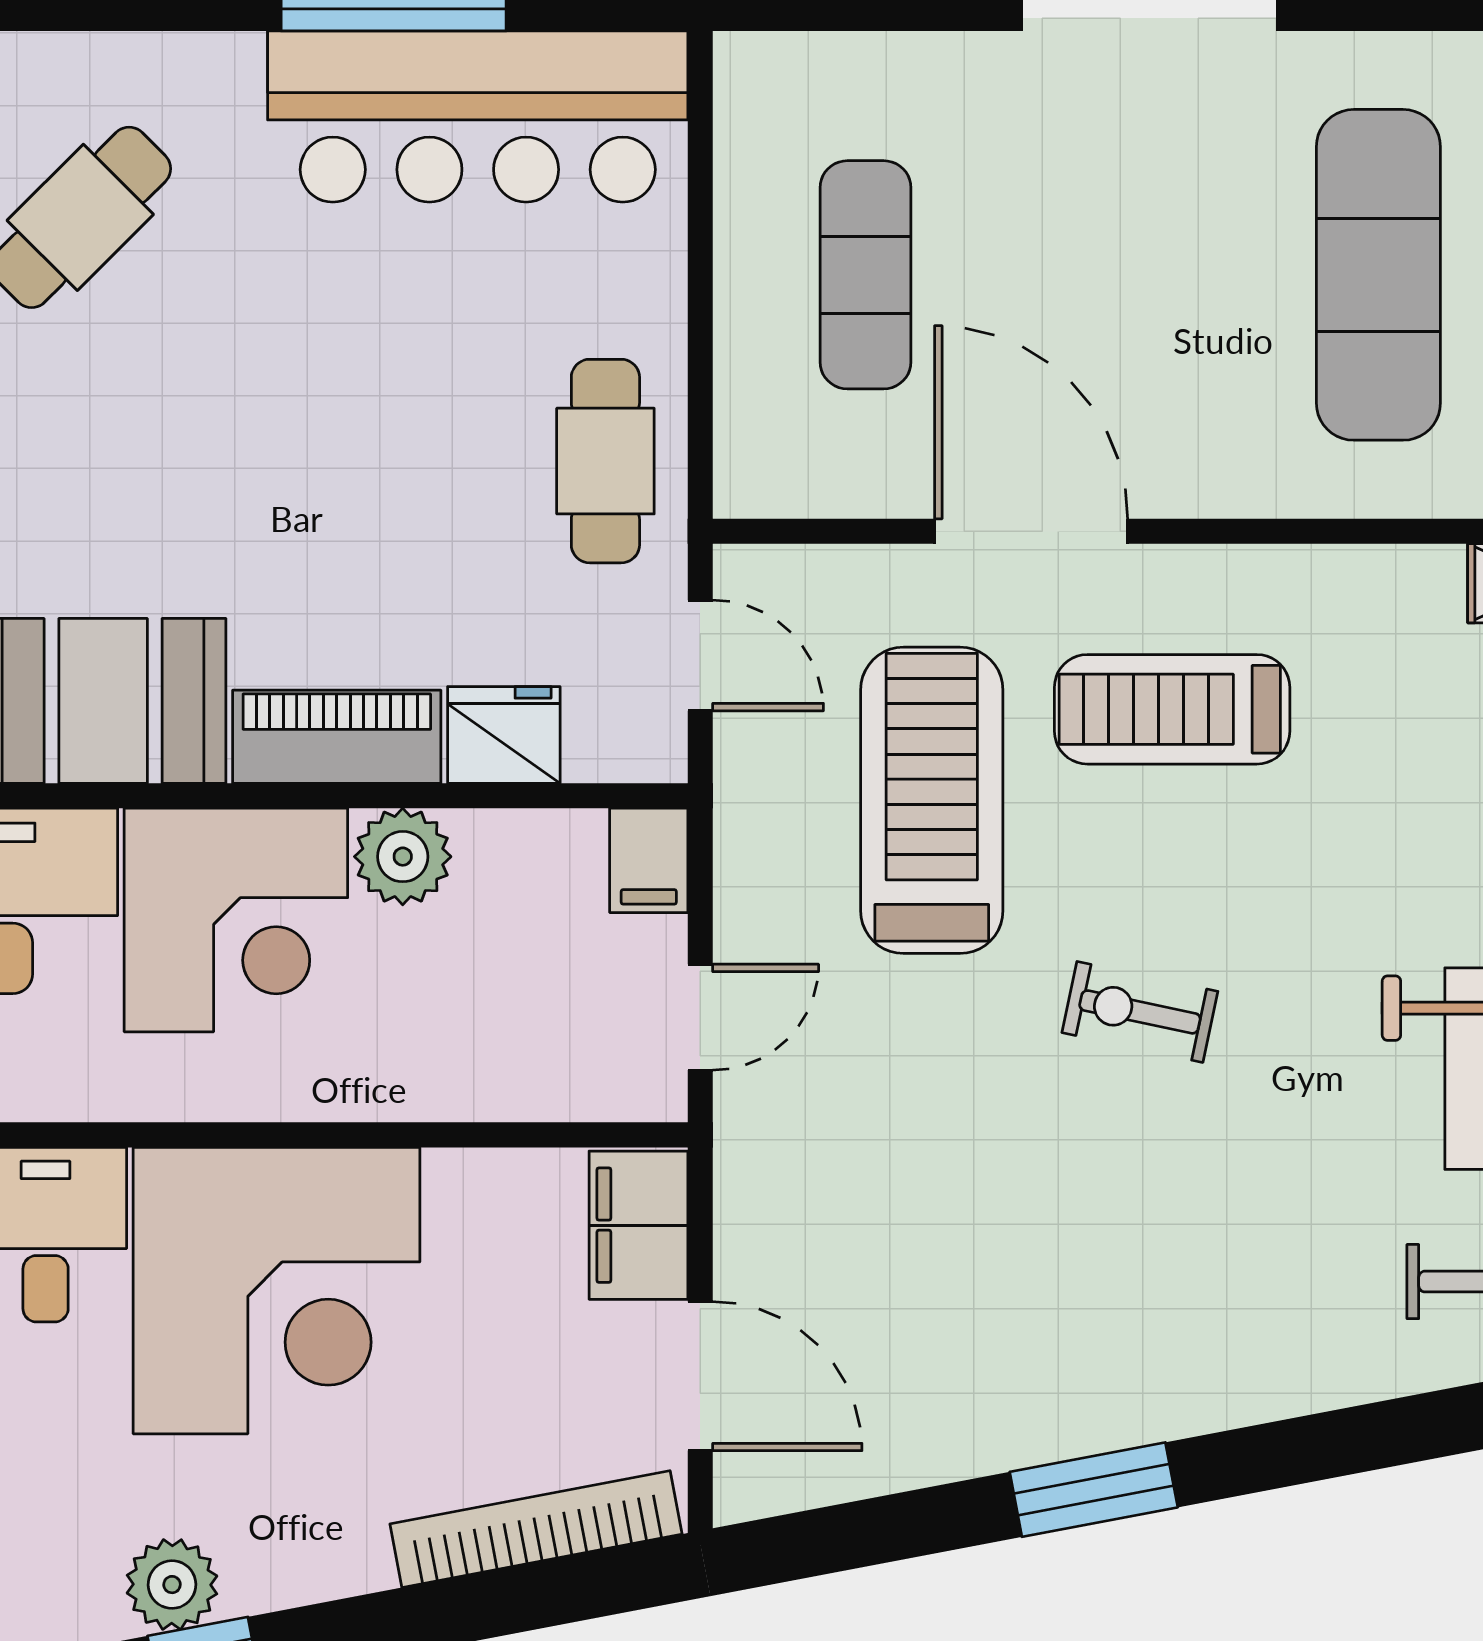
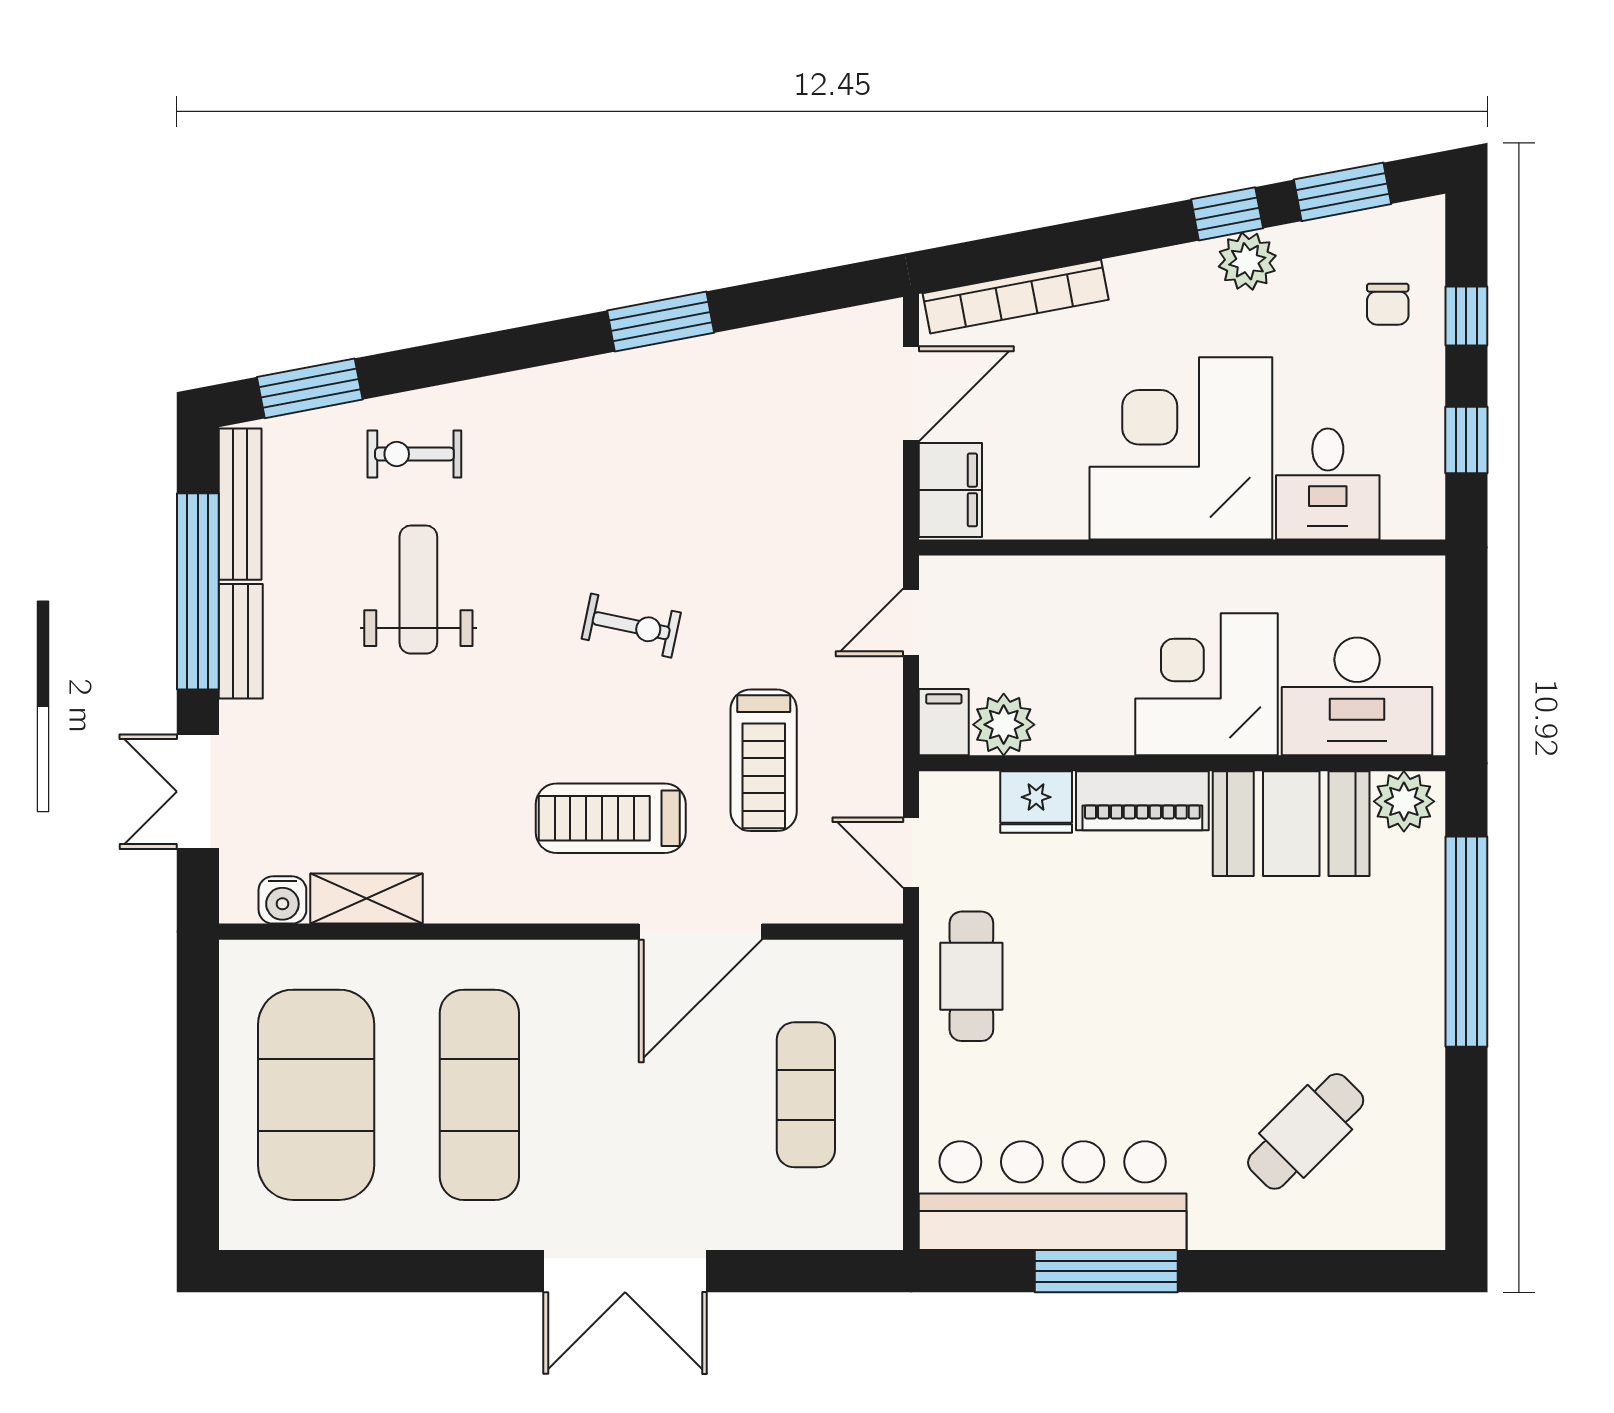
door: (1031, 531) -> (700, 932), hinge flipped
treadmill: (1172, 709) -> (611, 818), turned 180
treadmill: (932, 800) -> (764, 760), width x0.73, depth x0.73
plant: (403, 857) -> (1004, 725), moved
door: (700, 1376) -> (911, 394), swing flipped

